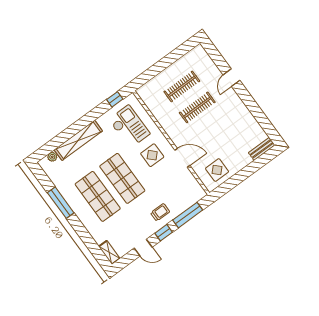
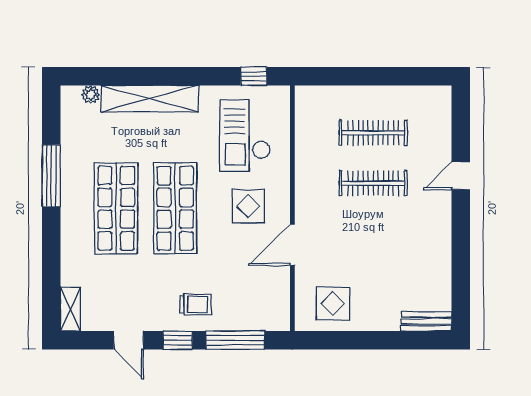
checkout: (129, 127) -> (245, 135), turned 180
door: (182, 158) -> (292, 245), swing flipped

